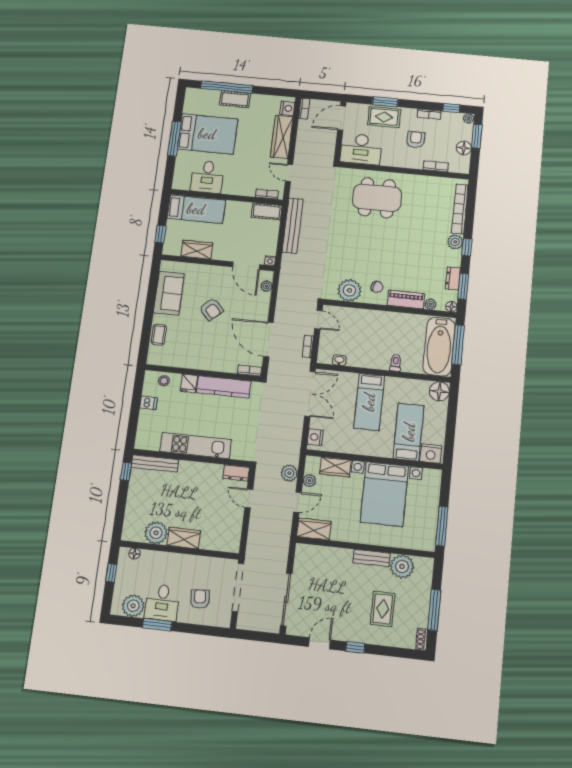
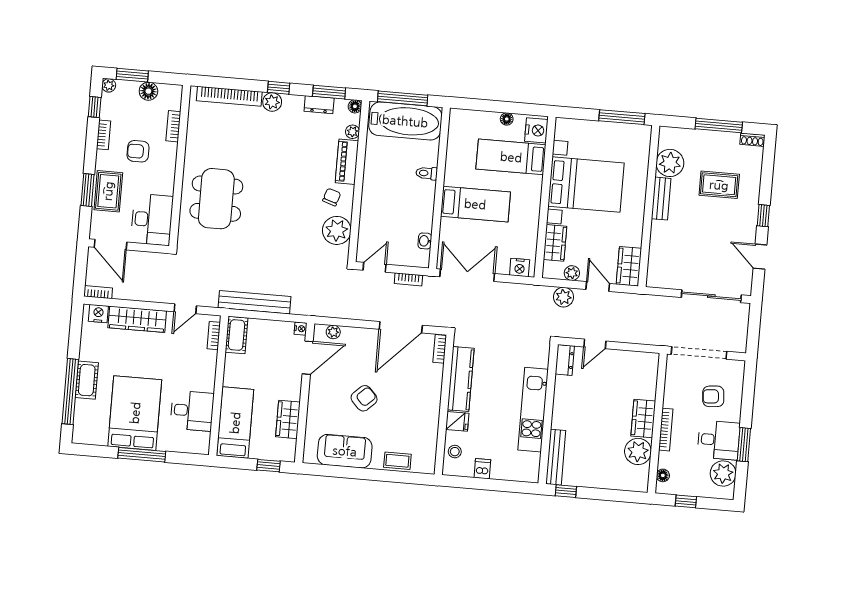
floor lamp: (439, 391) -> (507, 119), moved, width x0.53, depth x0.53
bookcase: (173, 557) -> (666, 430), added

